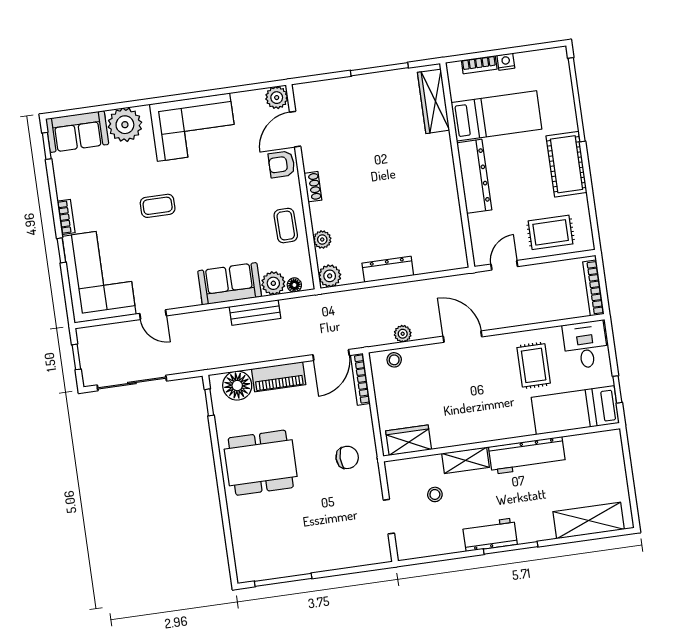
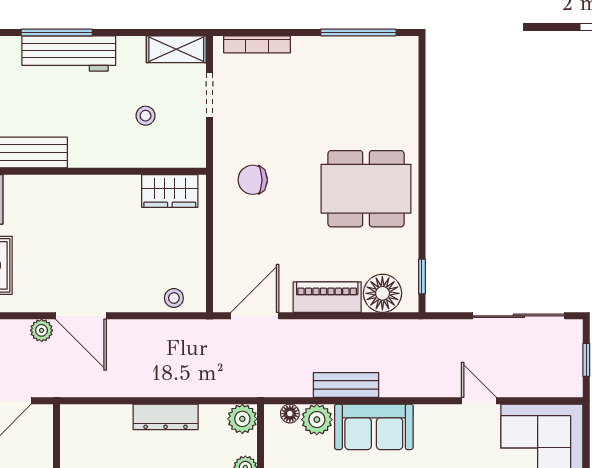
plant: (403, 334) -> (42, 330), moved
bookcase: (360, 379) -> (257, 44), moved, turned 90
shelving: (466, 460) -> (176, 49), moved
workbench: (490, 535) -> (69, 53), width x1.38

